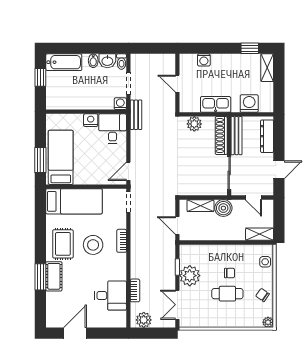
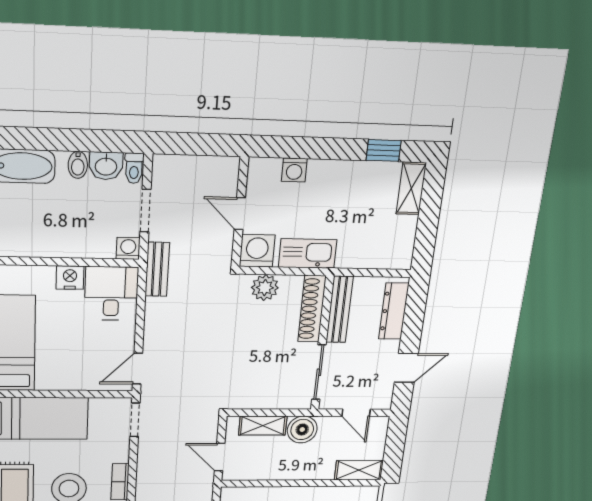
washing machine: (249, 103) -> (257, 251), moved

